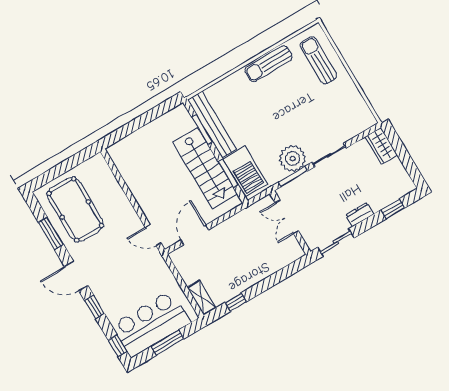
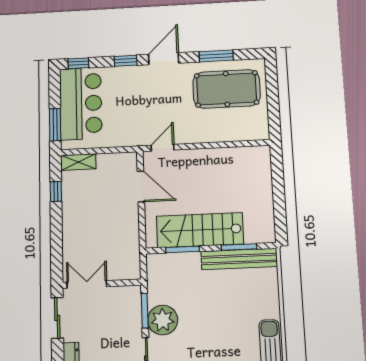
barbecue: (245, 171) -> (175, 267), removed
double door: (287, 217) -> (87, 284), moved
window: (168, 343) -> (55, 125), moved

